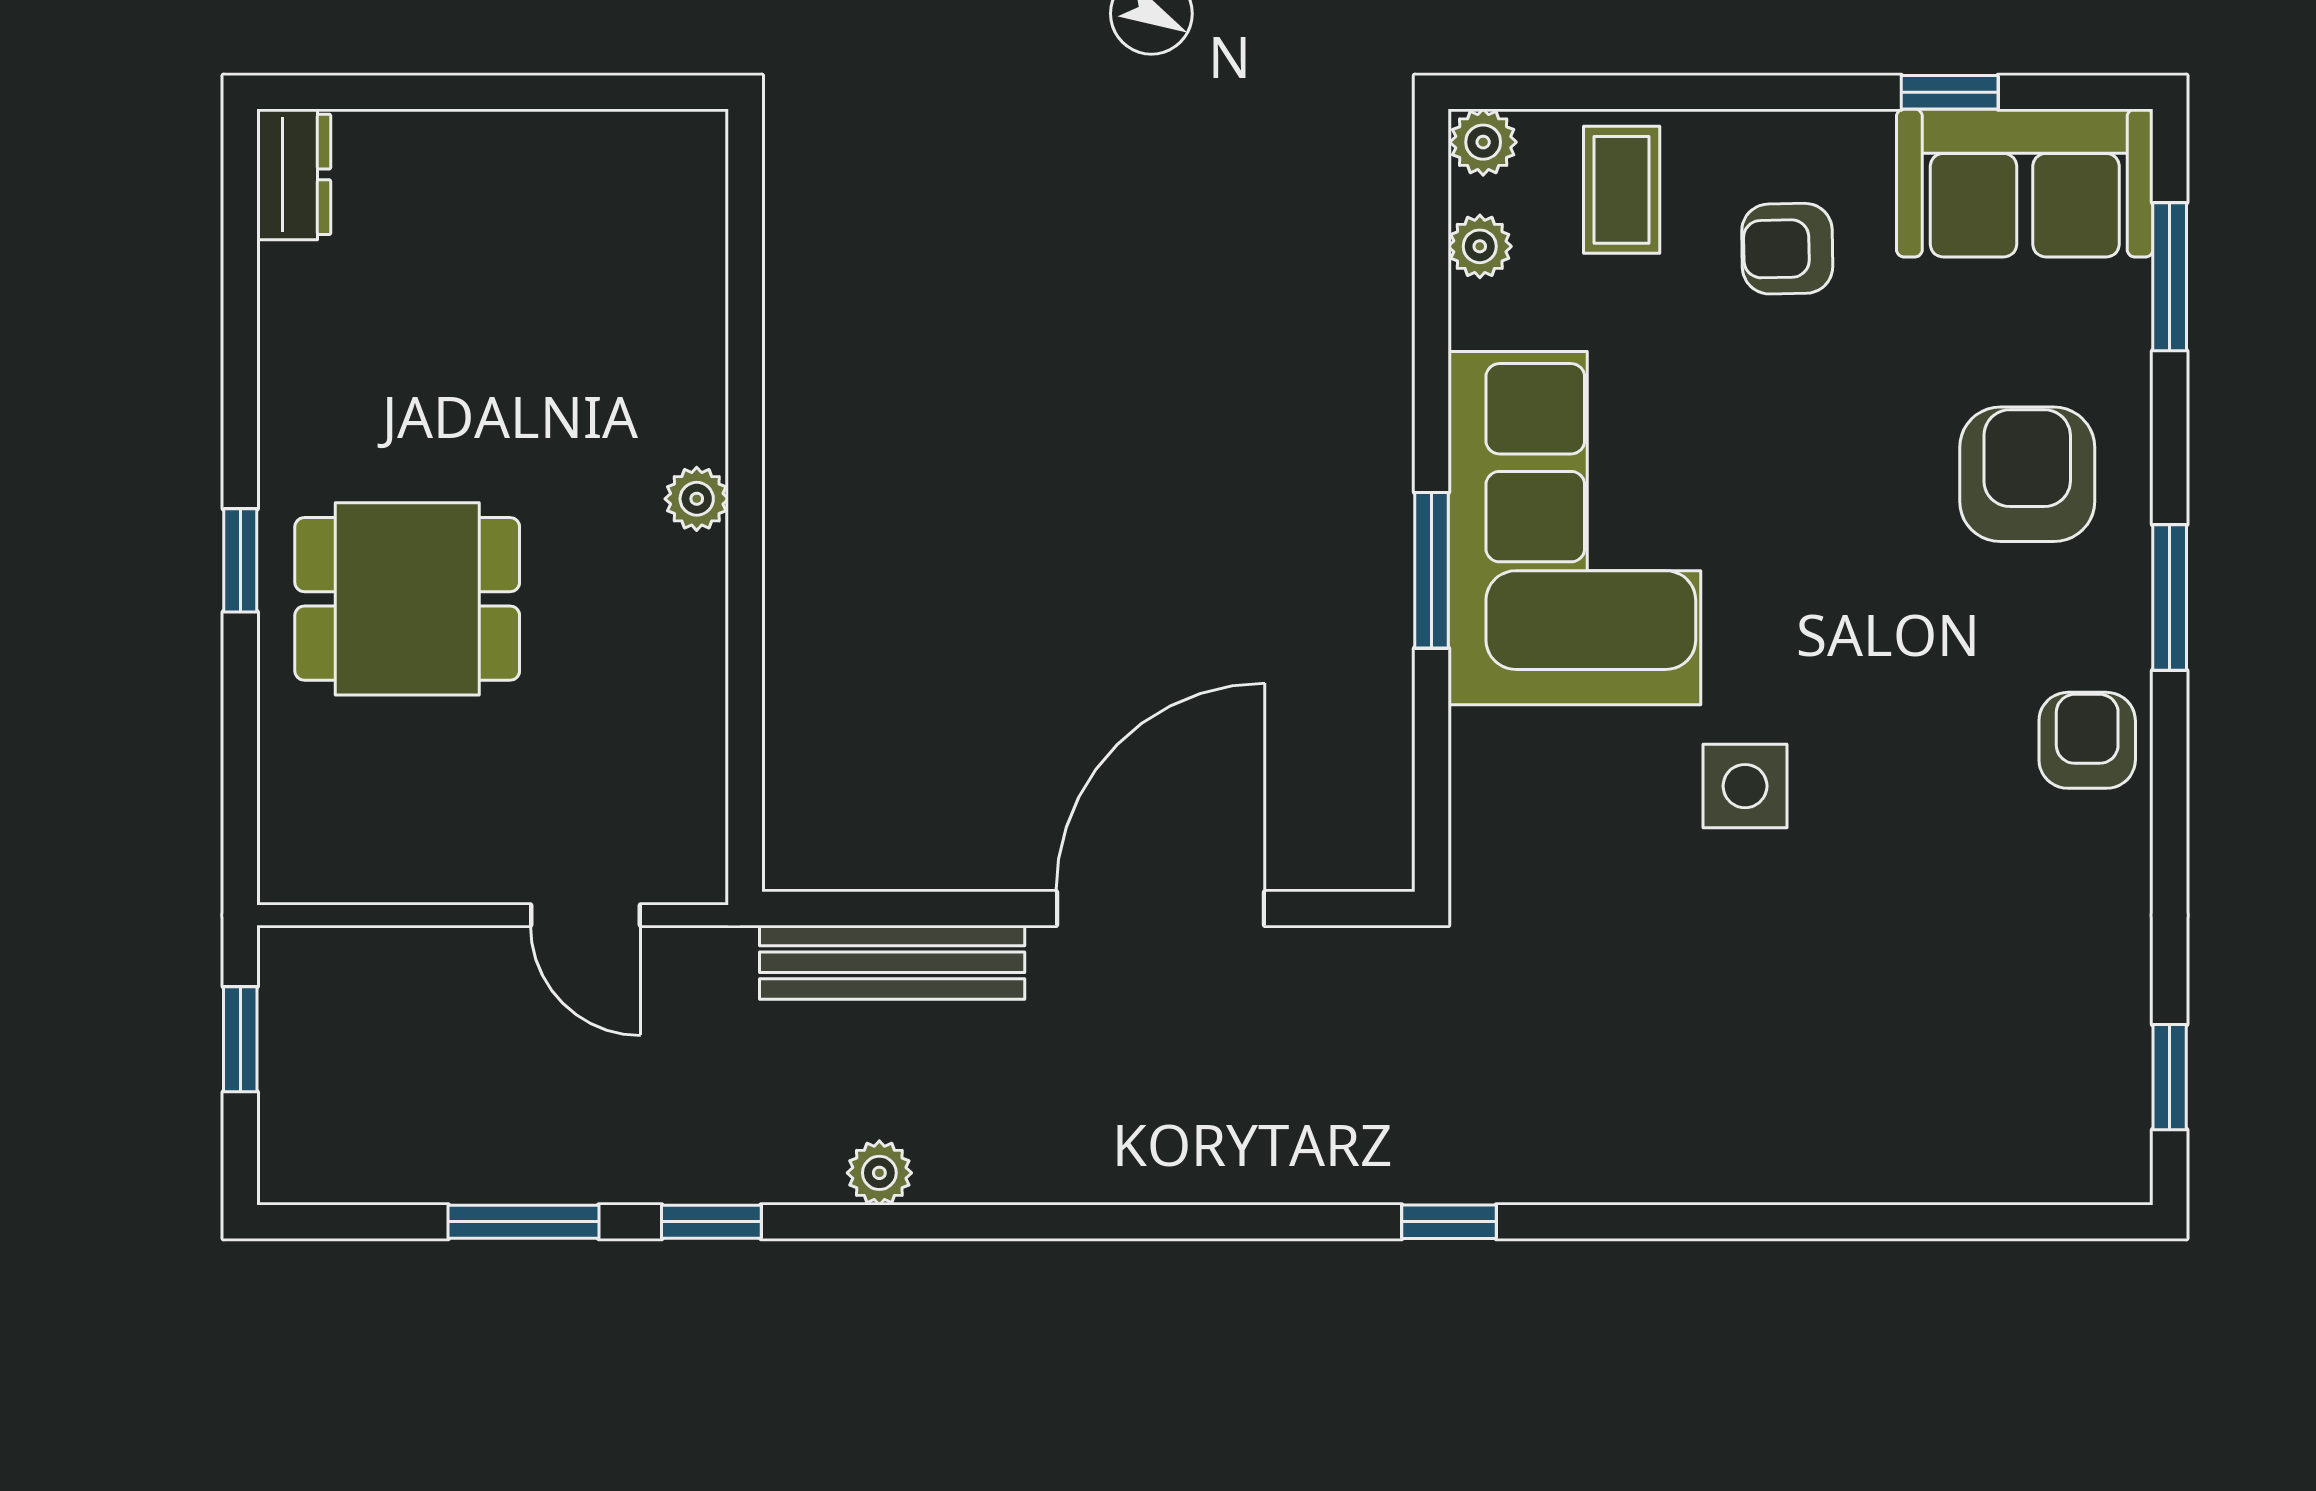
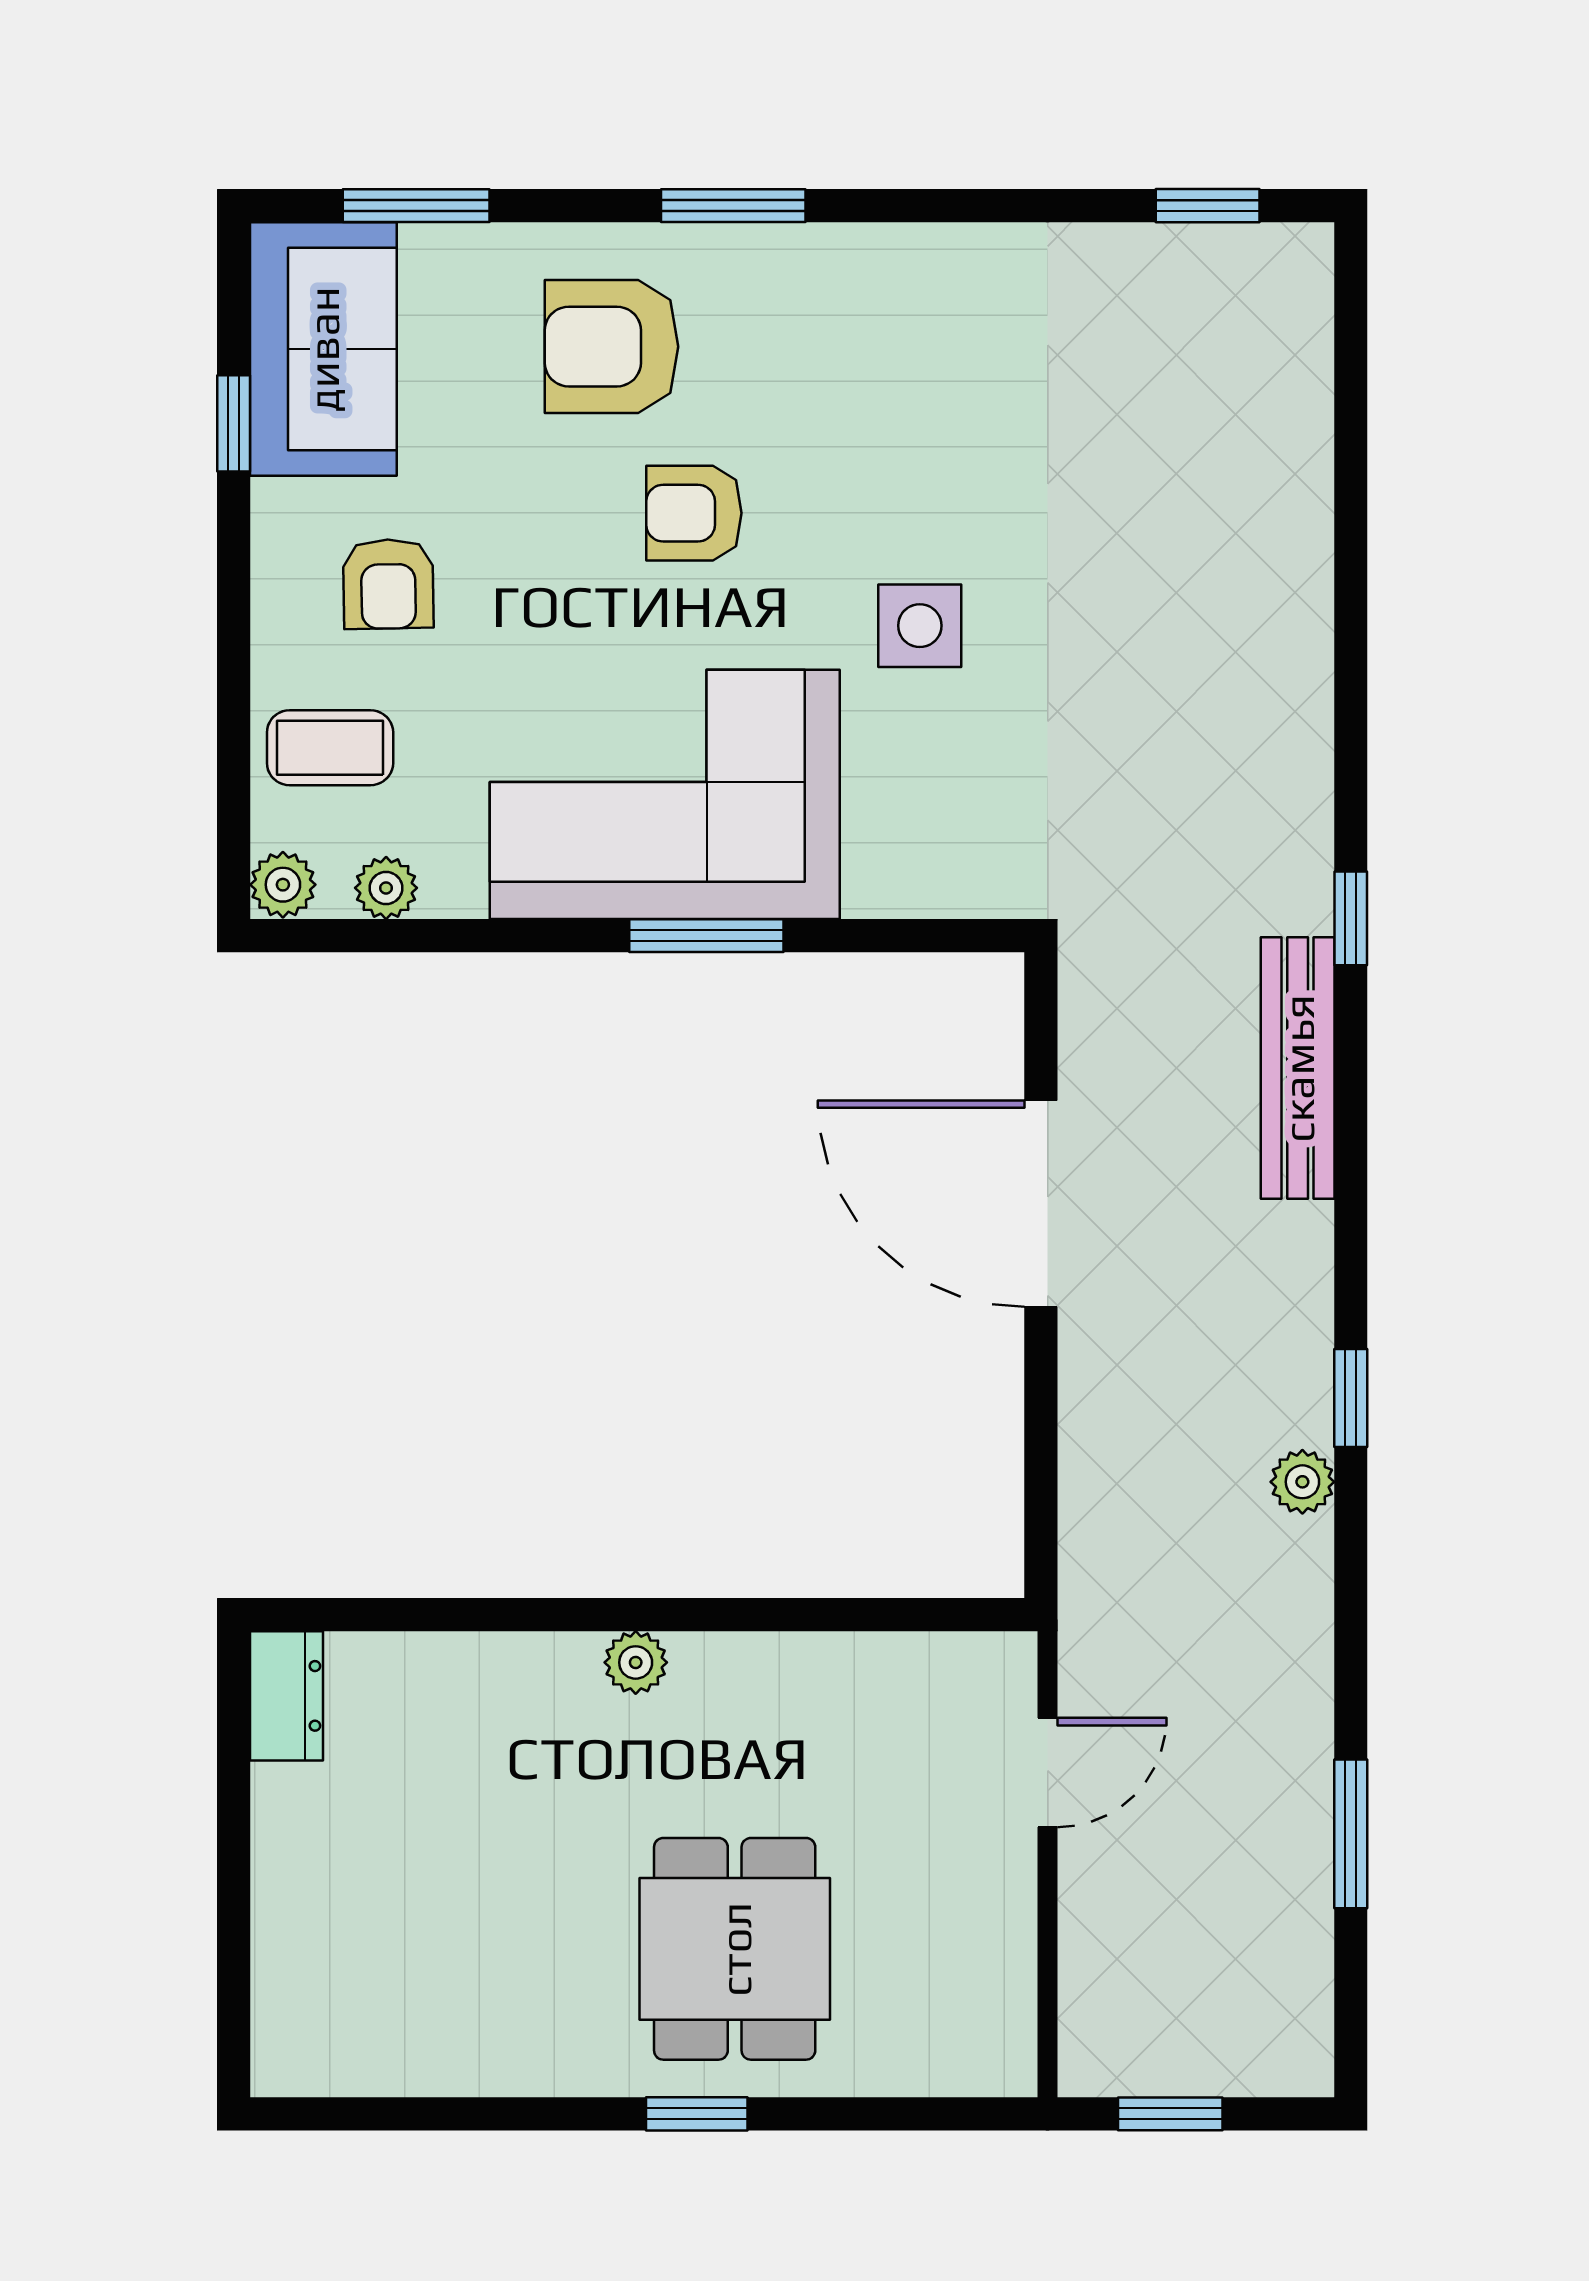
dresser: (294, 174) -> (286, 1696), moved, turned 90
armchair: (2087, 740) -> (694, 513), moved
bench: (892, 962) -> (1298, 1068), moved
window: (711, 1222) -> (1351, 1398), moved

